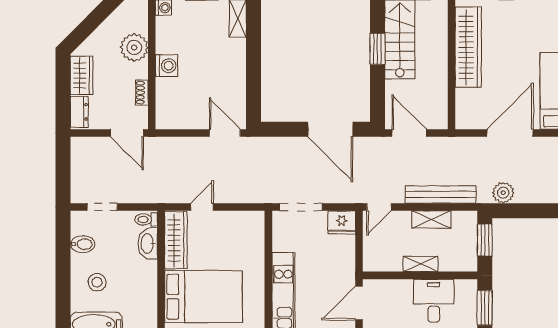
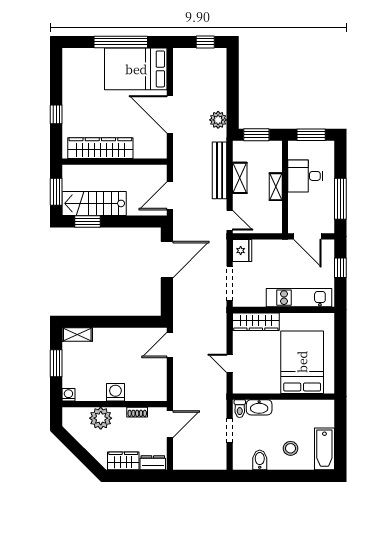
window: (377, 49) -> (88, 222), moved
doorway: (102, 207) -> (230, 431), moved
wardrobe: (176, 240) -> (256, 322), moved, turned 180

